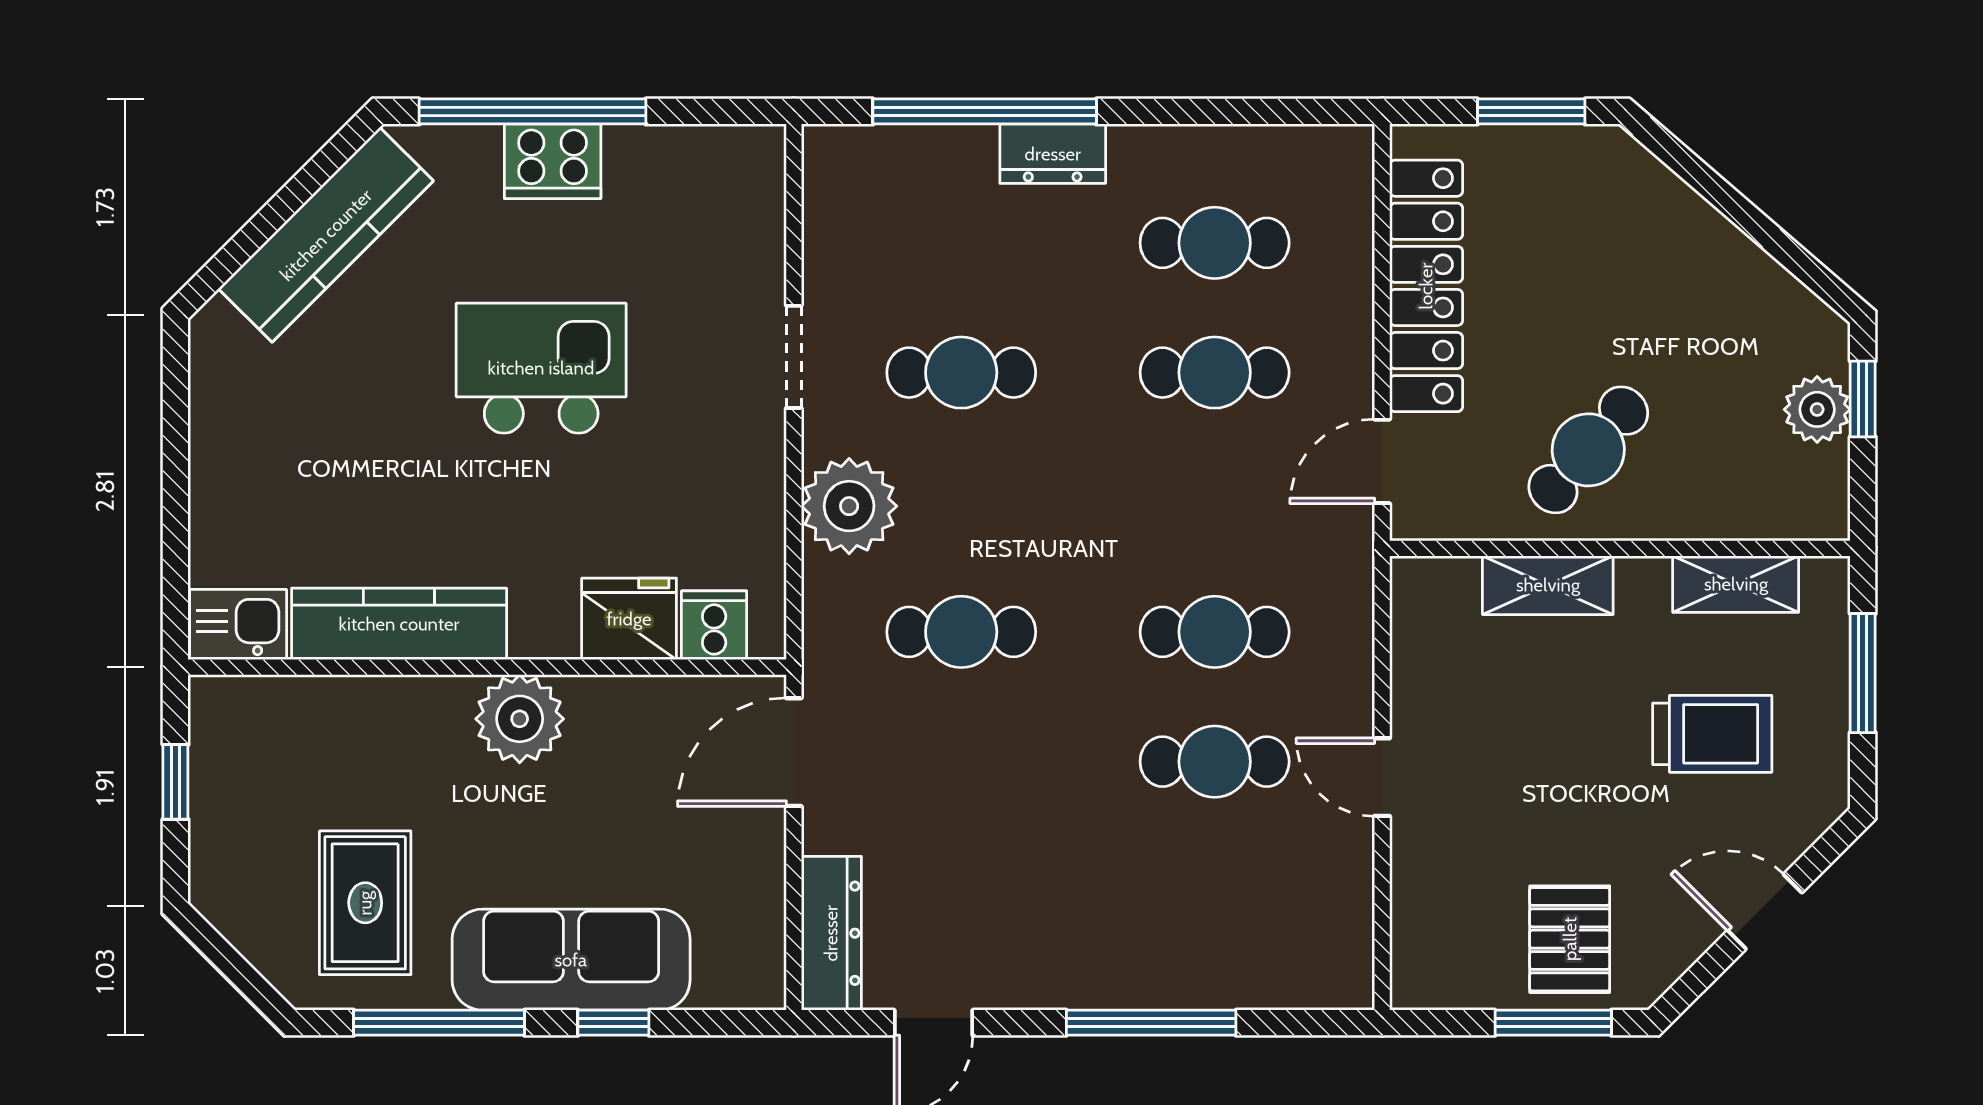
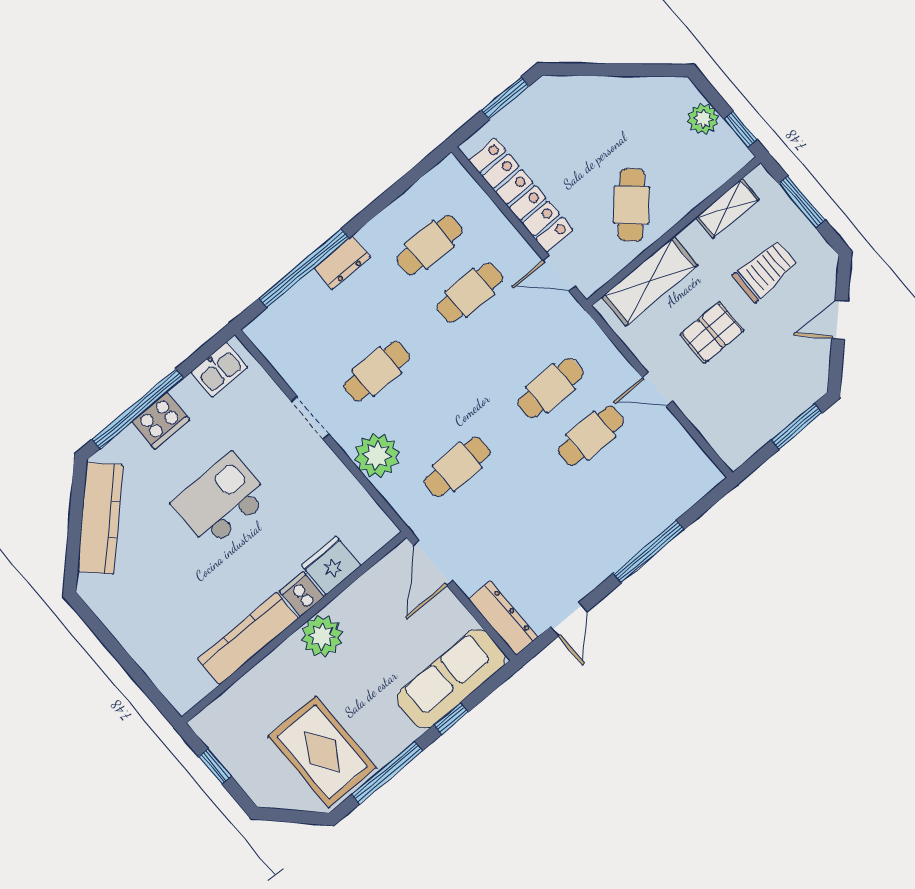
window: (1863, 399) -> (741, 129), moved
door: (1382, 461) -> (559, 273), hinge flipped
shelving: (1548, 585) -> (650, 281), width x1.50, depth x1.33
kitchen sink: (238, 625) -> (219, 370), moved, turned 180
cooker: (714, 625) -> (302, 594), moved
rug: (365, 903) -> (322, 752), width x1.36, depth x1.43
pallet: (1570, 939) -> (712, 332), moved, turned 90
sofa: (571, 960) -> (451, 679), moved

